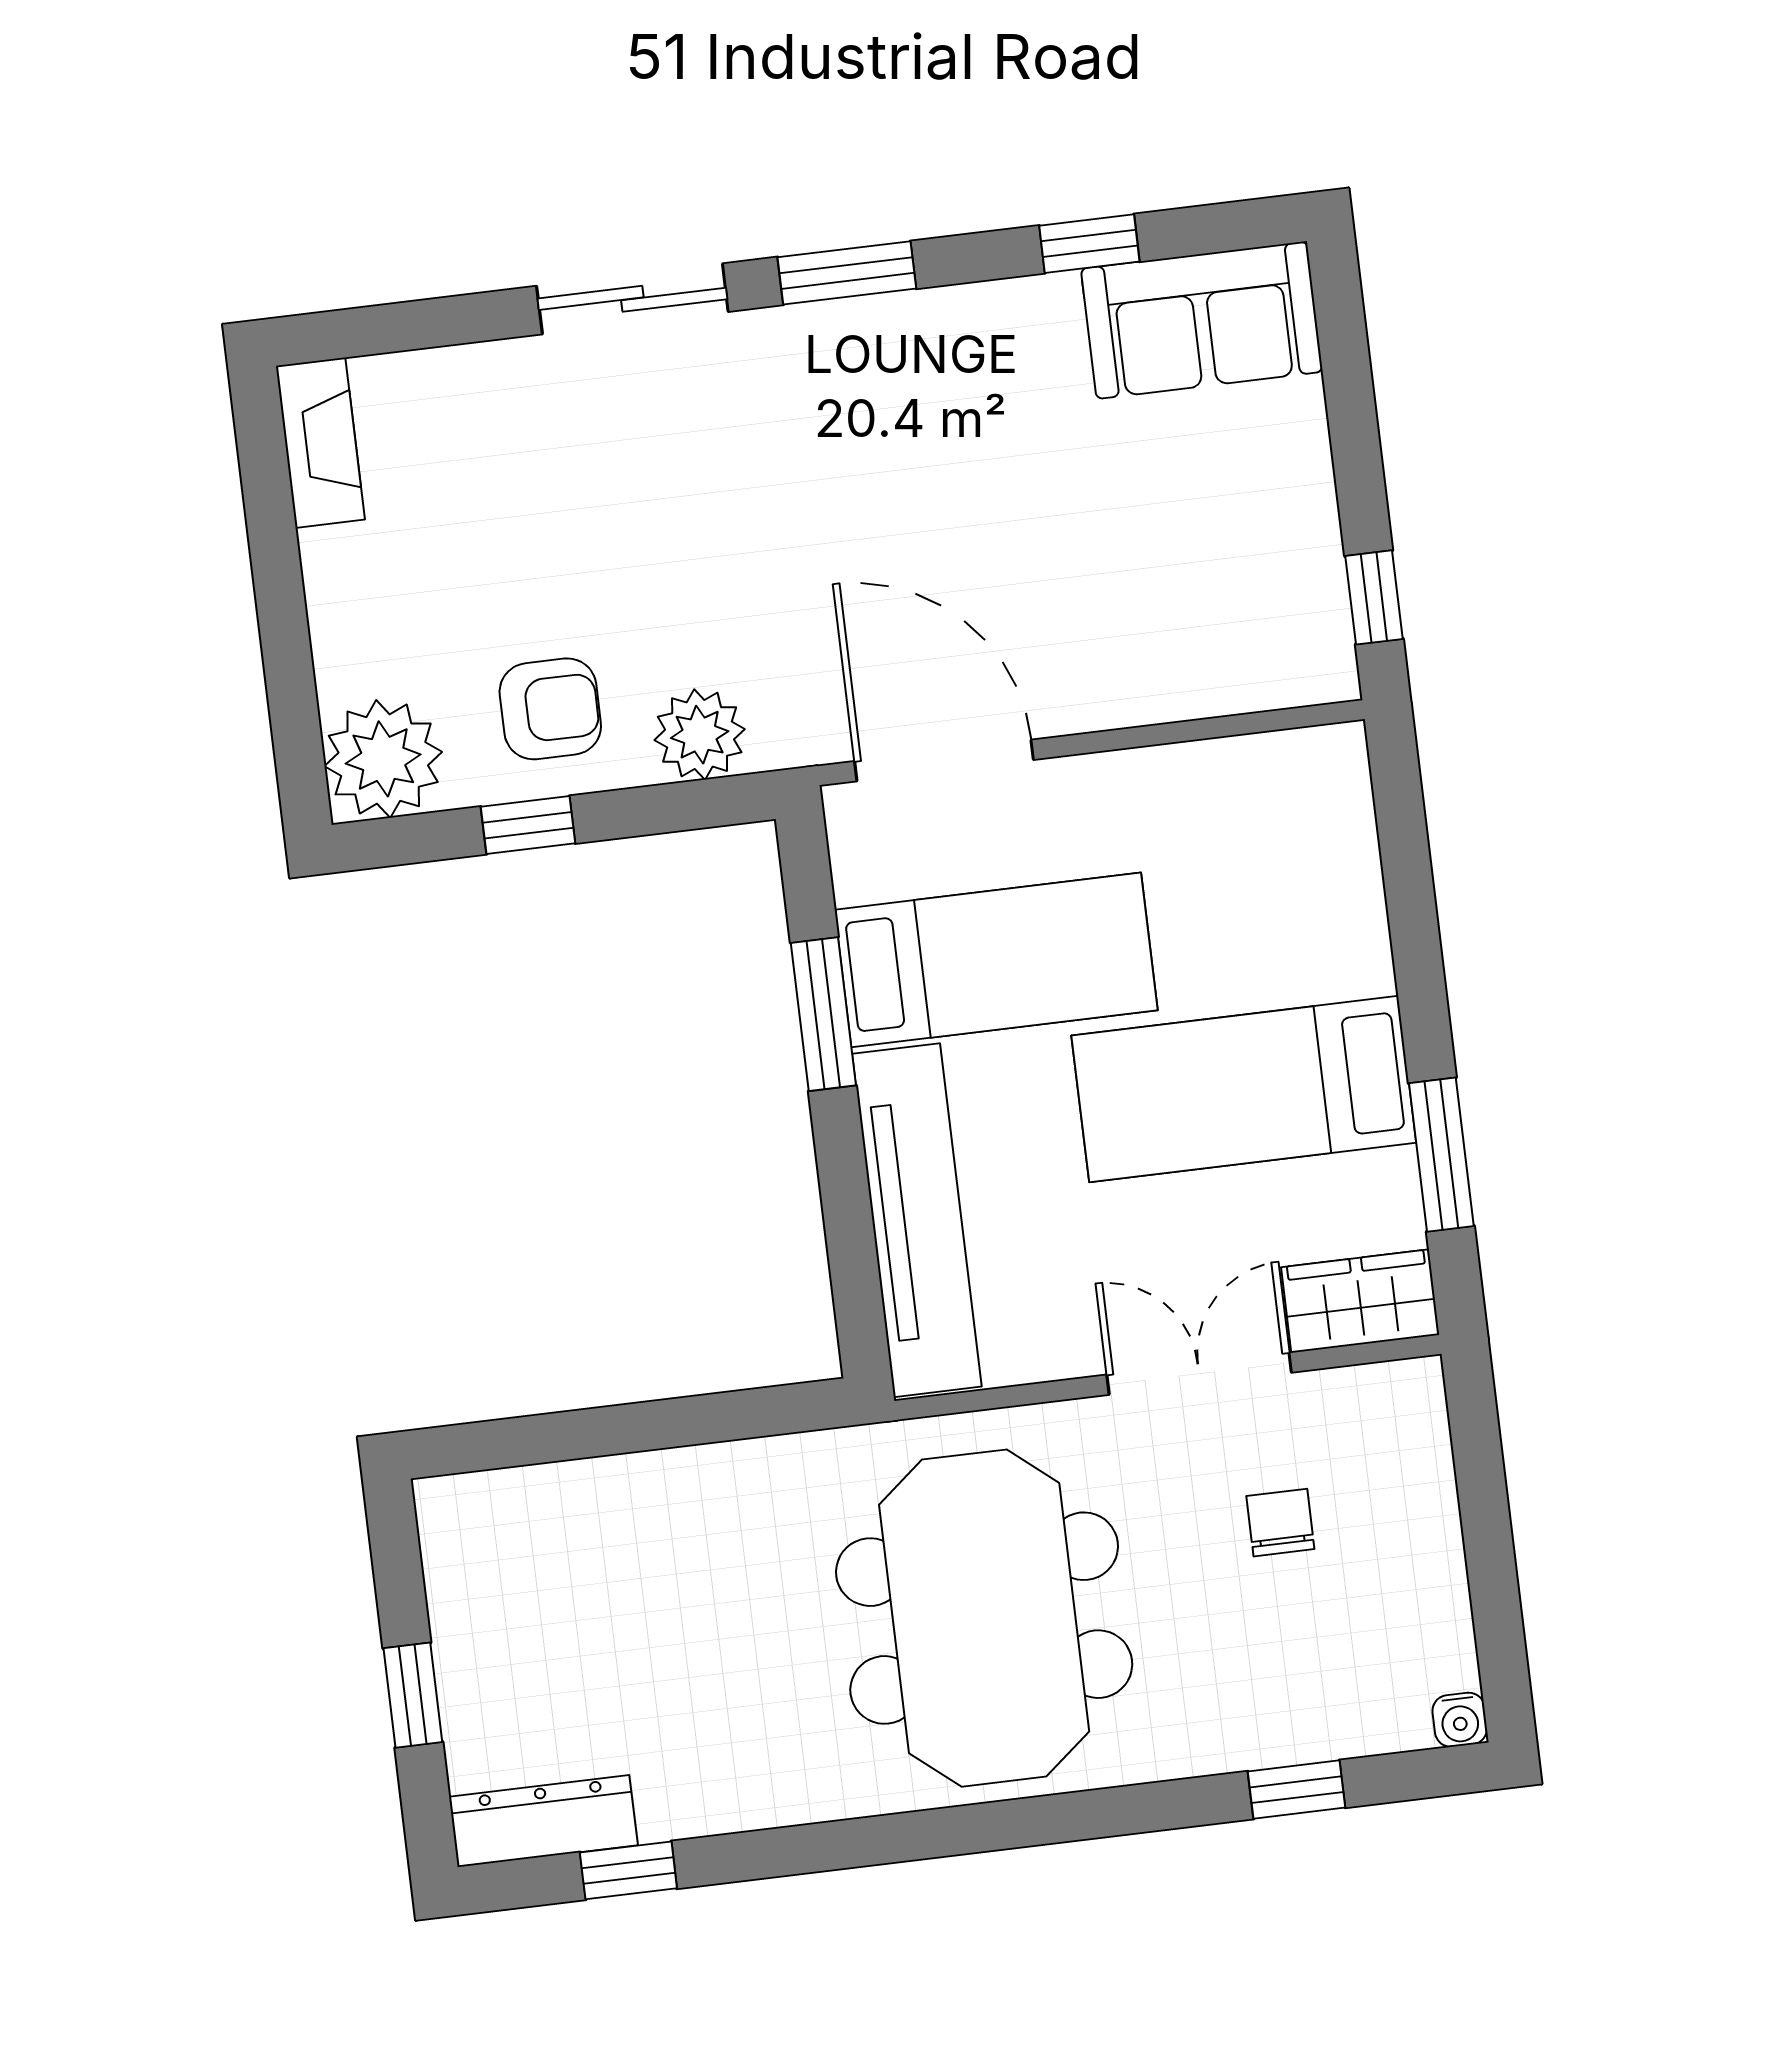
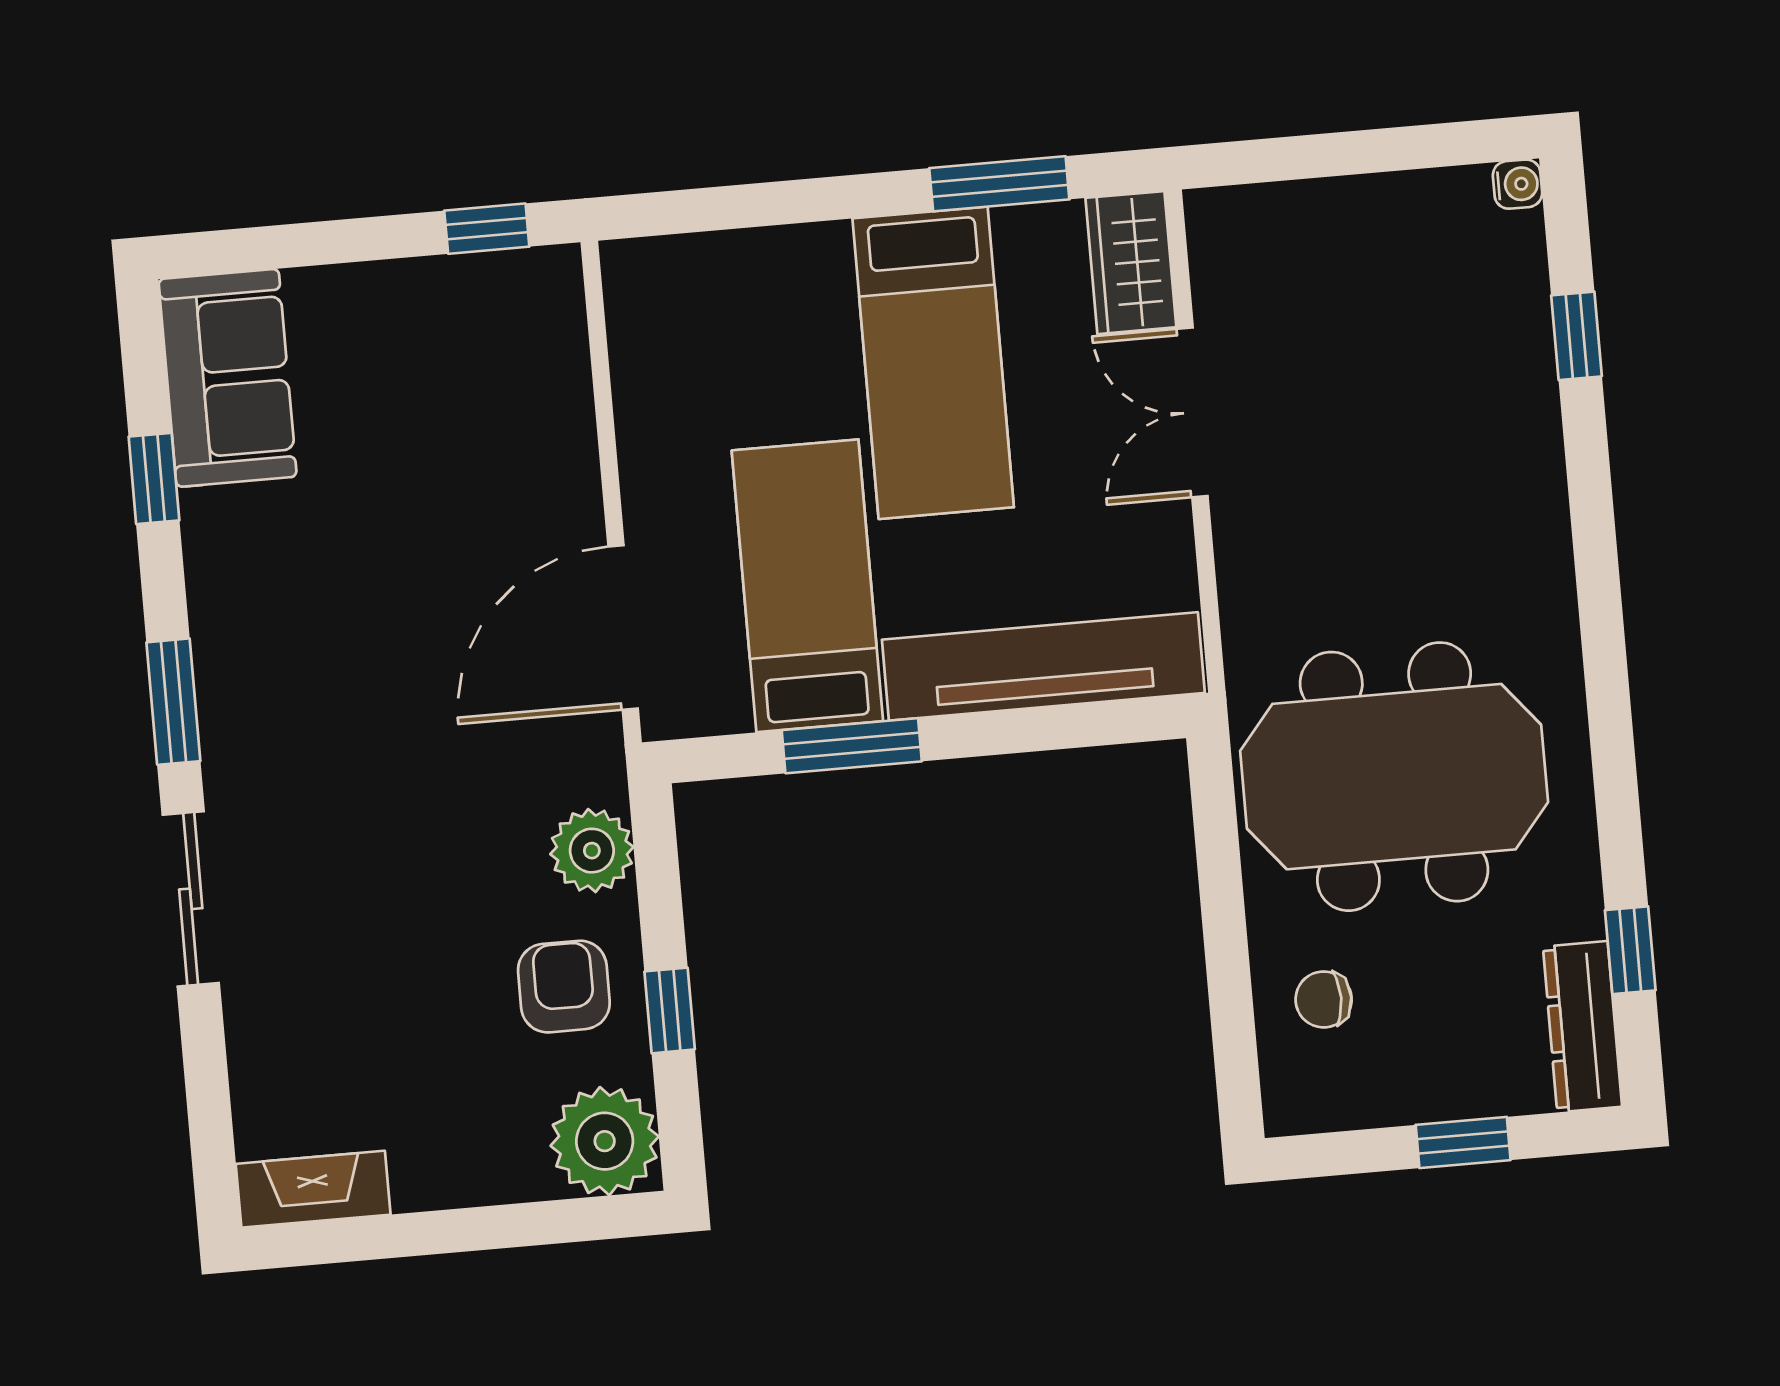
chair: (1280, 1523) -> (1324, 999), moved
meeting table: (984, 1618) -> (1394, 777), moved

